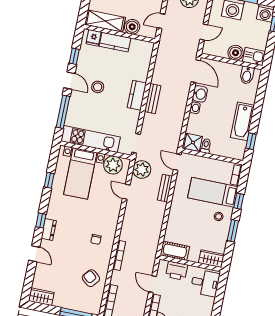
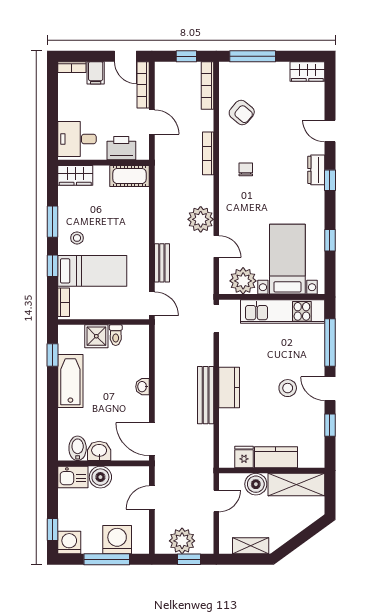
fridge: (94, 38) -> (244, 457), moved
washbasin: (200, 94) -> (99, 451), moved, turned 90
bench: (153, 99) -> (206, 395), width x1.36
shower: (193, 143) -> (96, 336), moved
plant: (142, 170) -> (201, 219), moved

